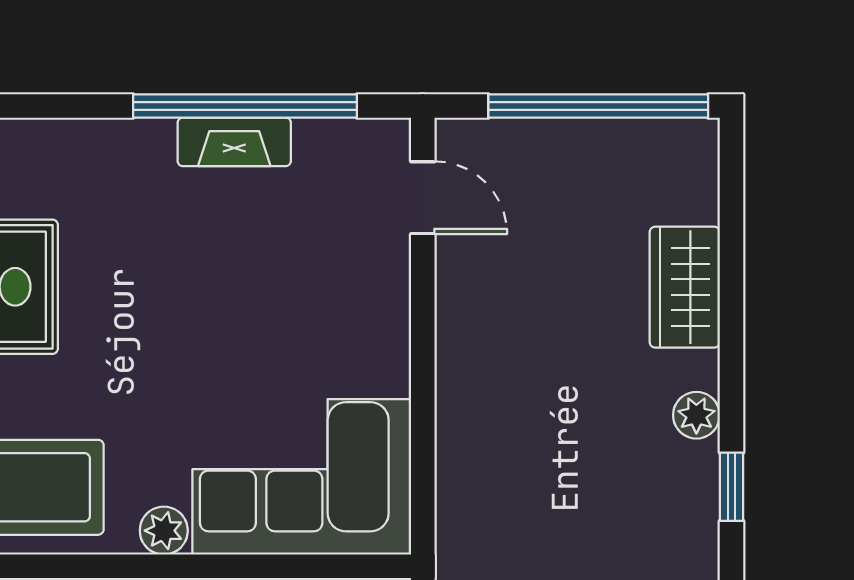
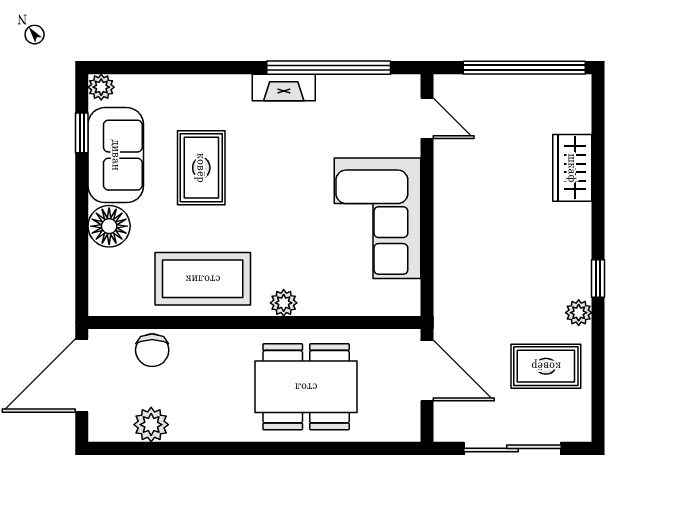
fireplace: (234, 142) -> (284, 87), moved
plant: (696, 415) -> (579, 313), moved
corner sofa: (301, 477) -> (377, 218), moved, turned -90

